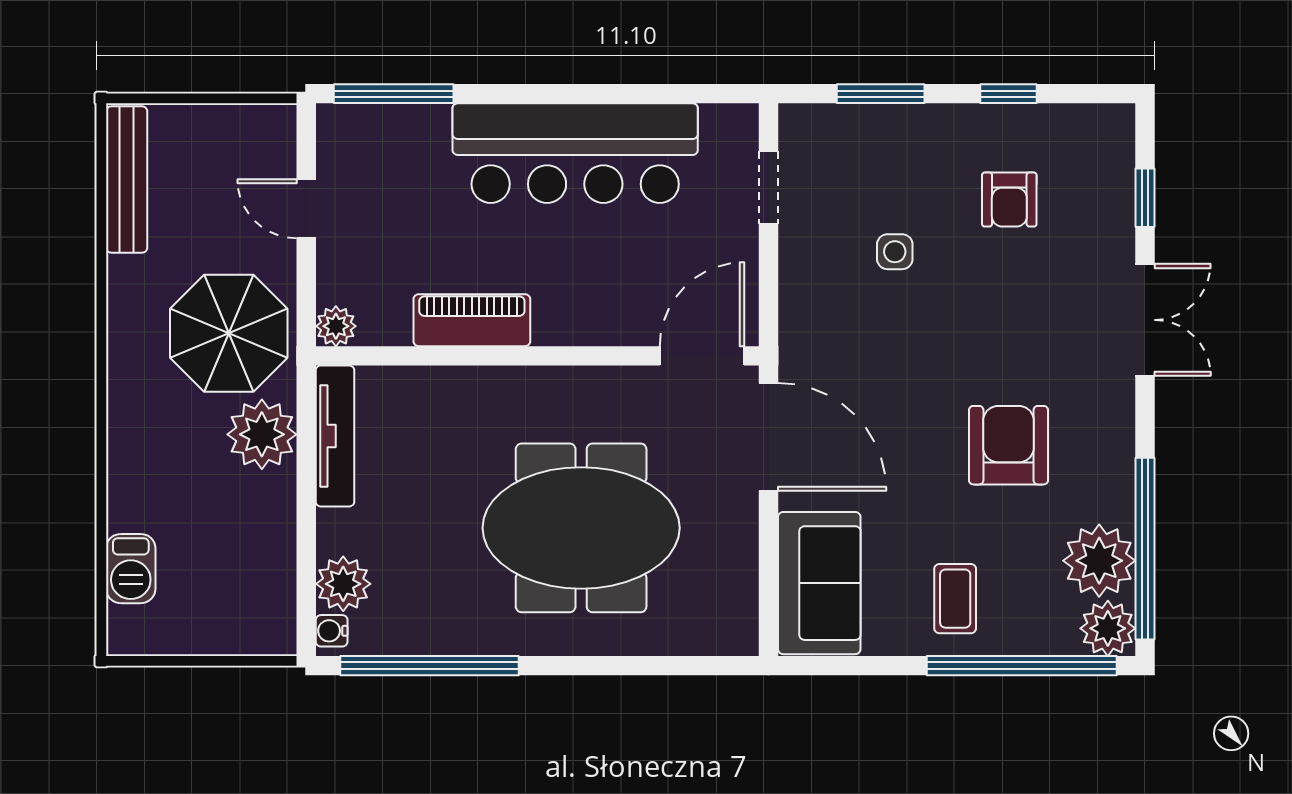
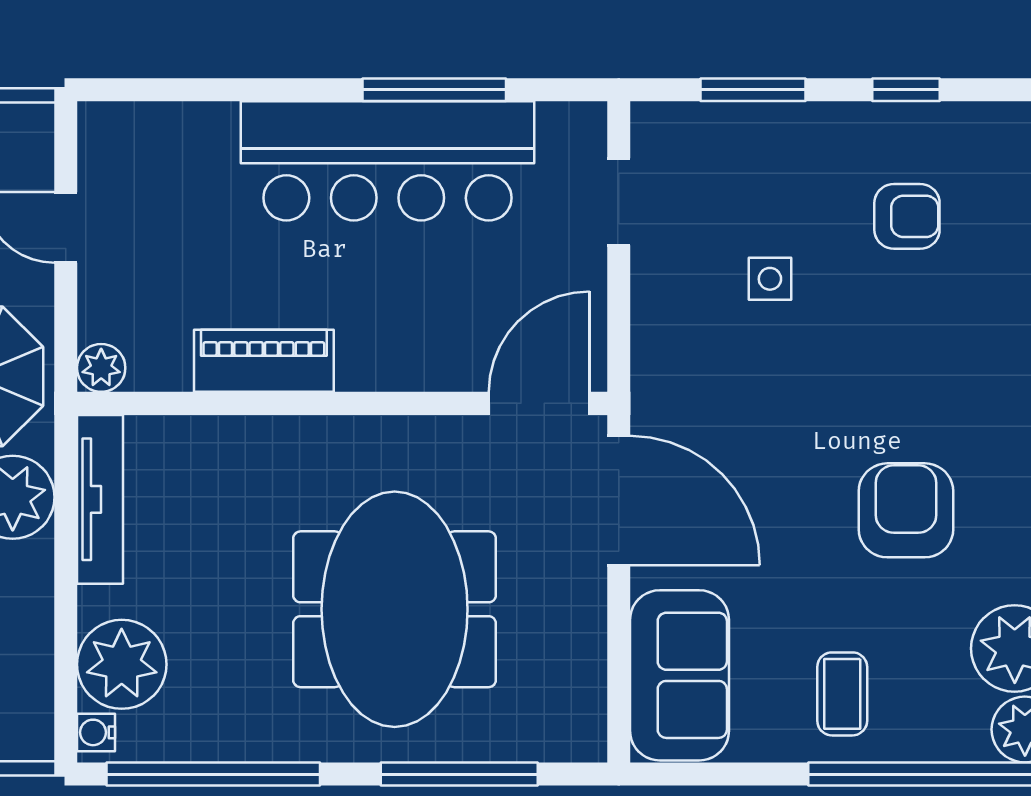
window: (394, 94) -> (434, 90), moved
armchair: (1009, 200) -> (907, 216), turned -90
meeting table: (581, 528) -> (395, 609), turned 90
plant: (343, 584) -> (122, 664), width x1.36, depth x1.36
window: (635, 666) -> (459, 774), added

